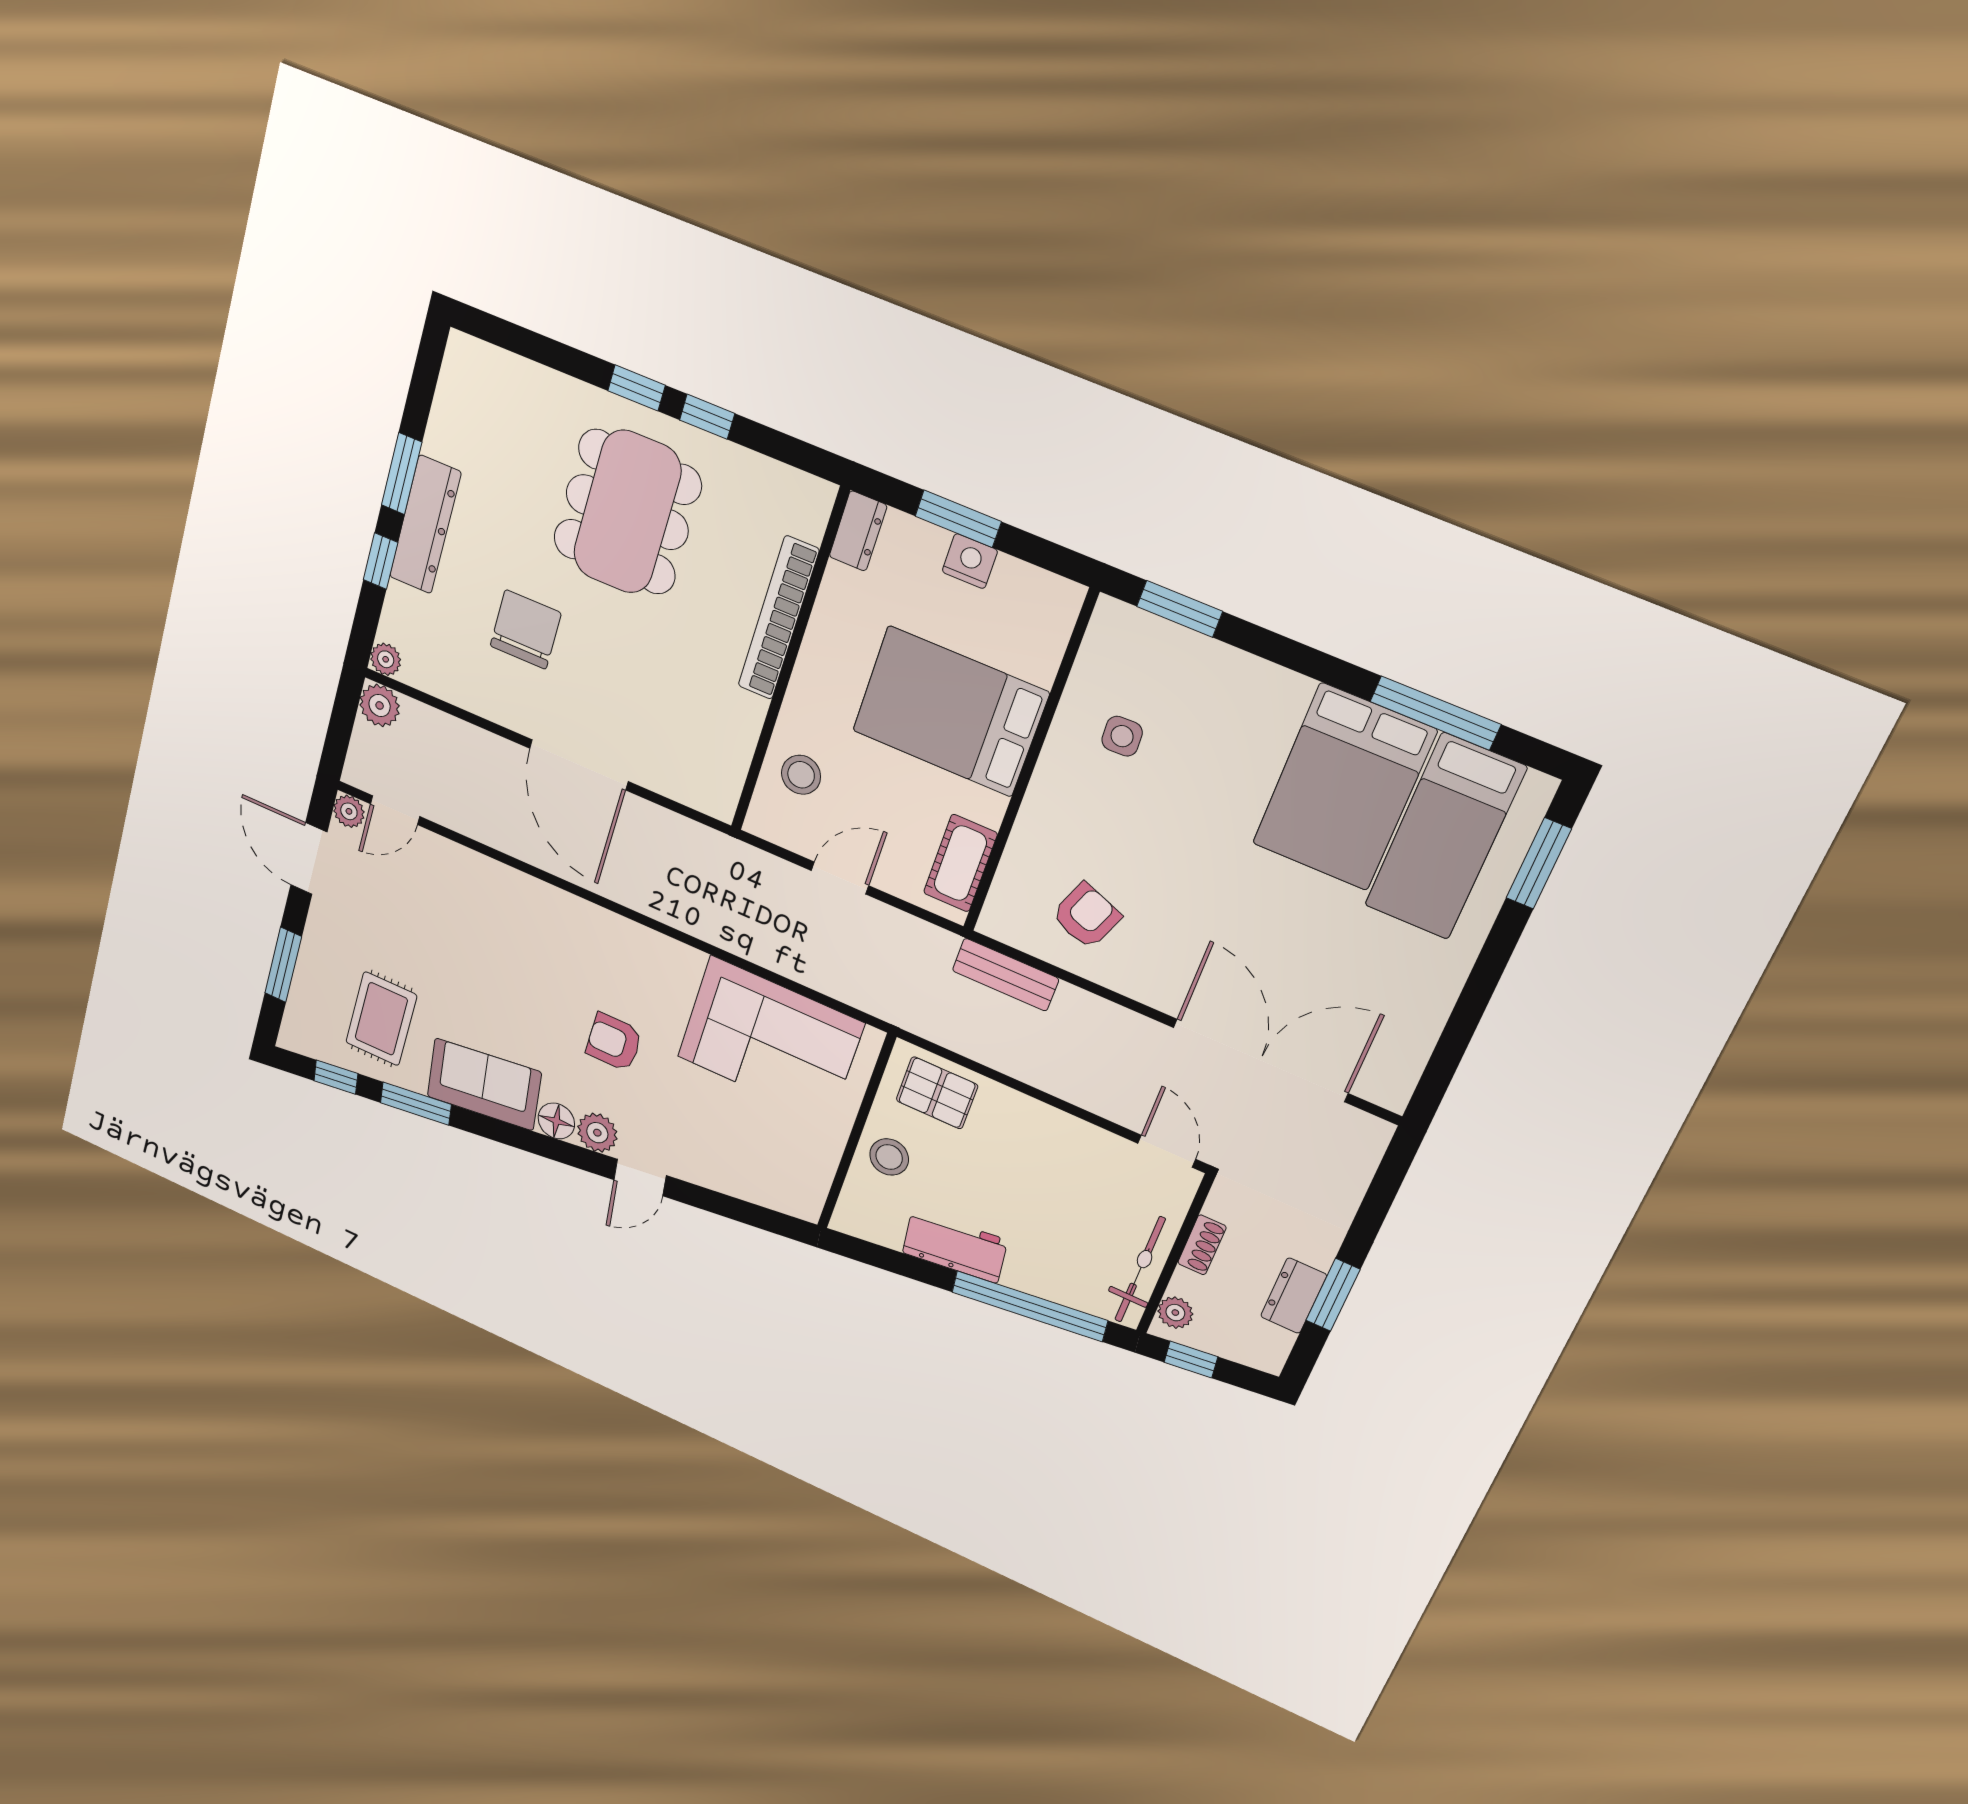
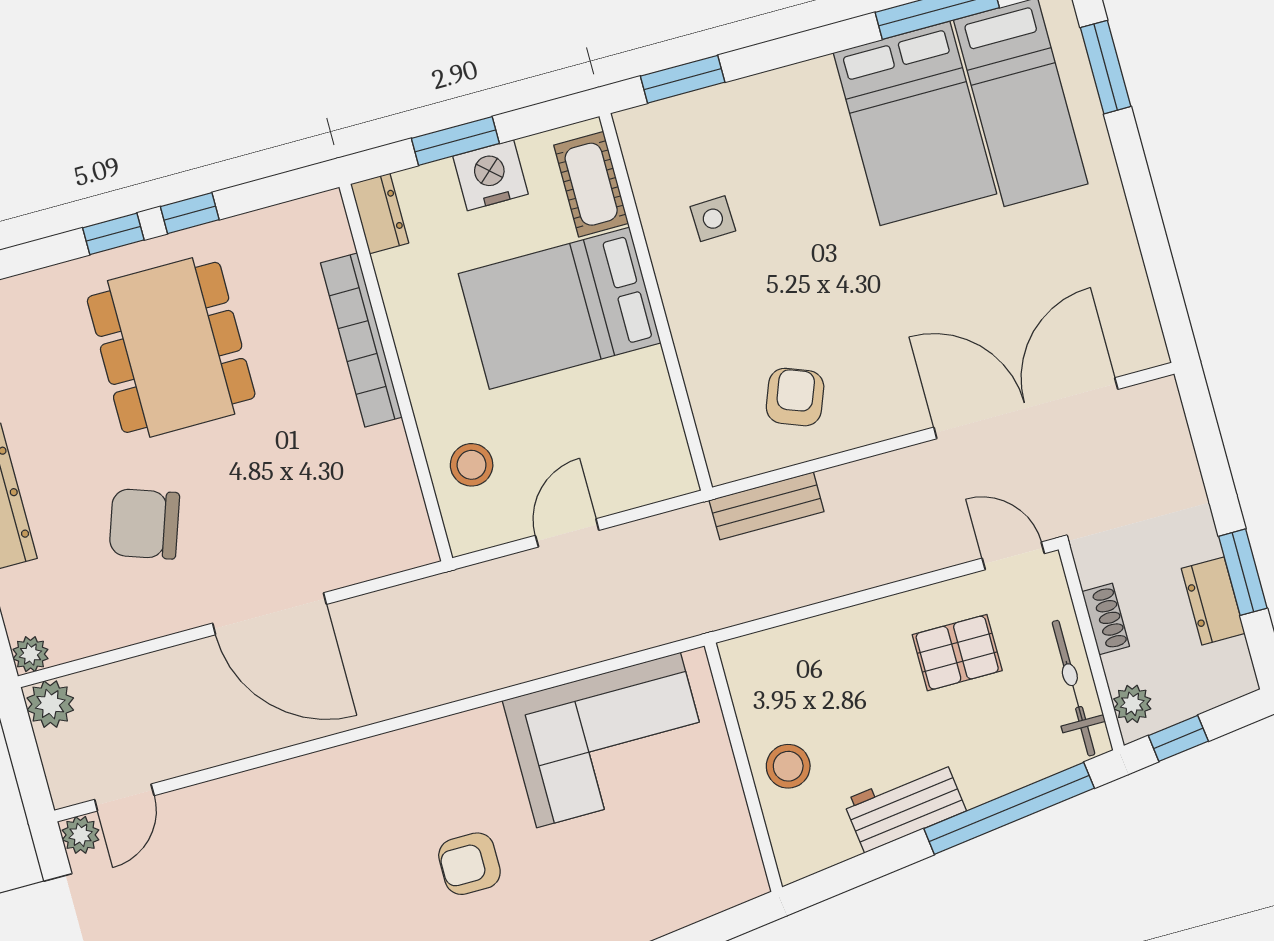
nightstand: (970, 561) -> (490, 175), width x1.36, depth x1.33
chair: (526, 629) -> (144, 524), turned -71
cot: (960, 863) -> (591, 184), moved
pallet: (937, 1093) -> (957, 653), moved

